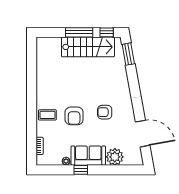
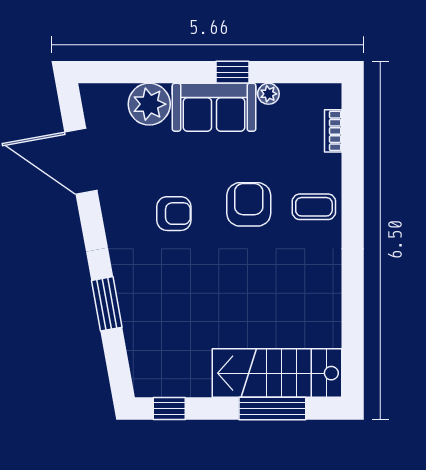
window: (79, 32) -> (272, 409), moved
stairs: (88, 47) -> (277, 373), moved
window: (128, 54) -> (107, 304), moved

